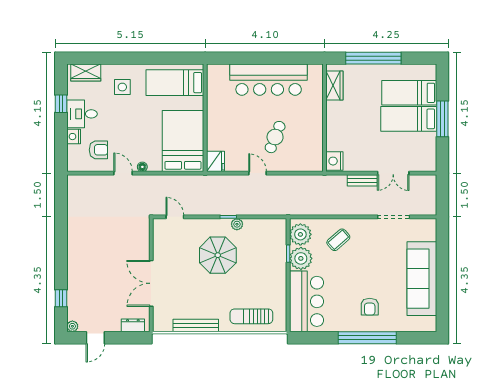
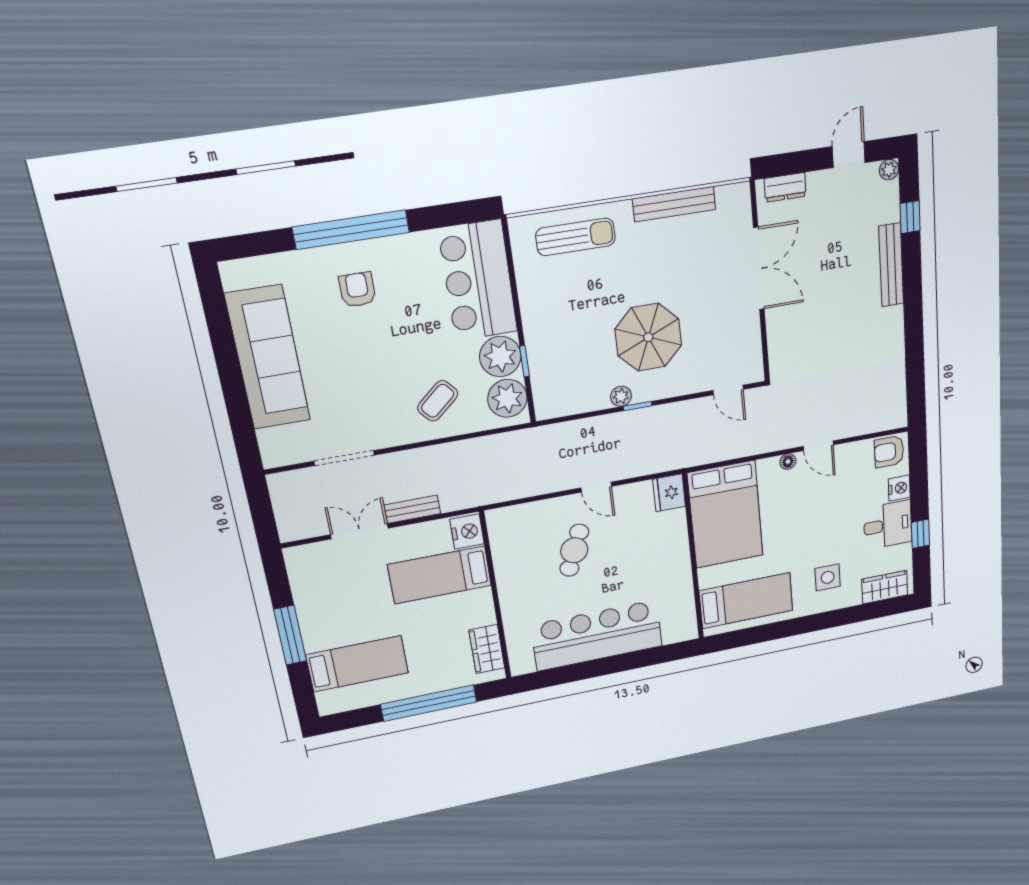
bed: (409, 119) -> (440, 575), moved, turned 180
armchair: (98, 150) -> (889, 452), moved
bench: (73, 273) -> (891, 265), added

